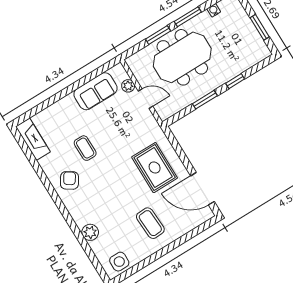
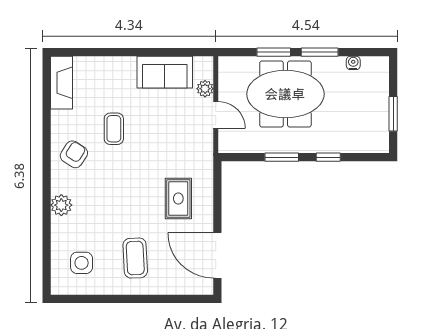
rug: (155, 168) -> (178, 199), width x0.73, depth x0.70
plant: (90, 232) -> (61, 205), moved
side table: (119, 262) -> (82, 263), moved

